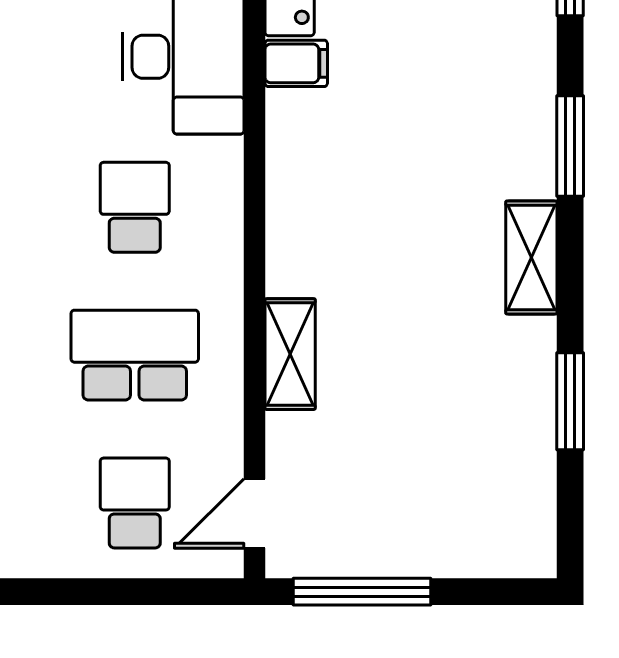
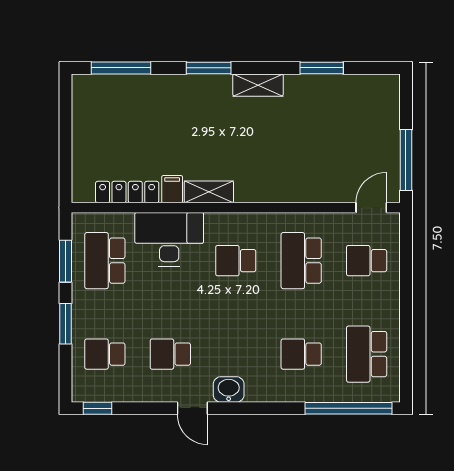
shelving: (290, 354) -> (209, 192), moved
door: (255, 513) -> (371, 208), swing flipped

